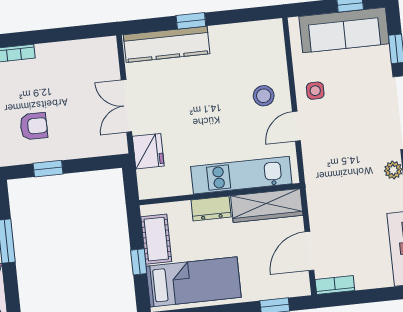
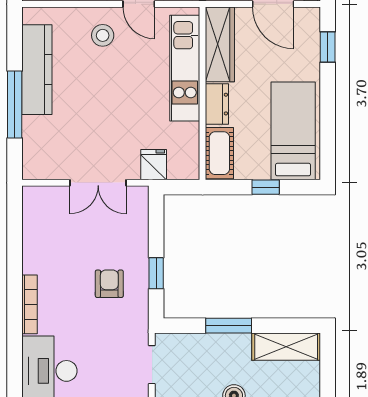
window: (191, 21) -> (15, 104), width x2.17
kitchen counter: (167, 44) -> (37, 70), moved
fridge: (148, 151) -> (154, 165), width x0.72
cot: (156, 239) -> (219, 153), moved, turned 90

